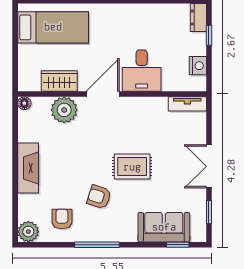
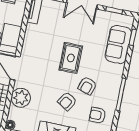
armchair: (72, 174) -> (67, 101), added

